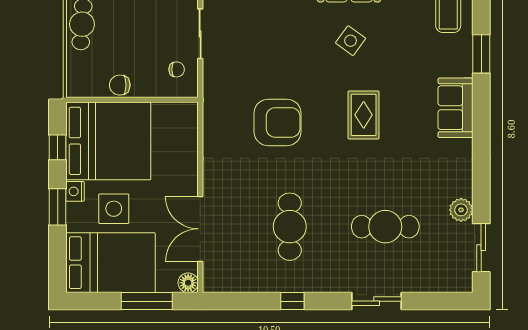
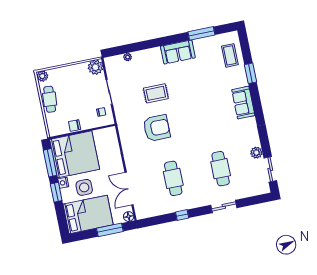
side table: (351, 41) -> (184, 80), removed
rug: (364, 115) -> (156, 93), moved, turned 90
window: (58, 147) -> (50, 163), width x2.17
cafe table: (385, 227) -> (221, 169), turned 90

